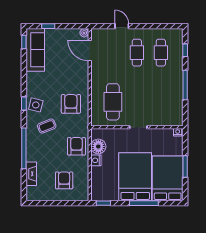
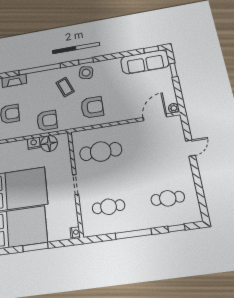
cafe table: (137, 53) -> (109, 207), moved

